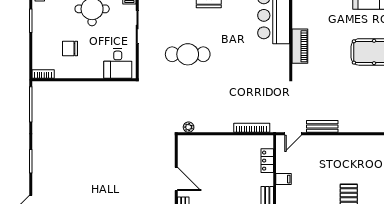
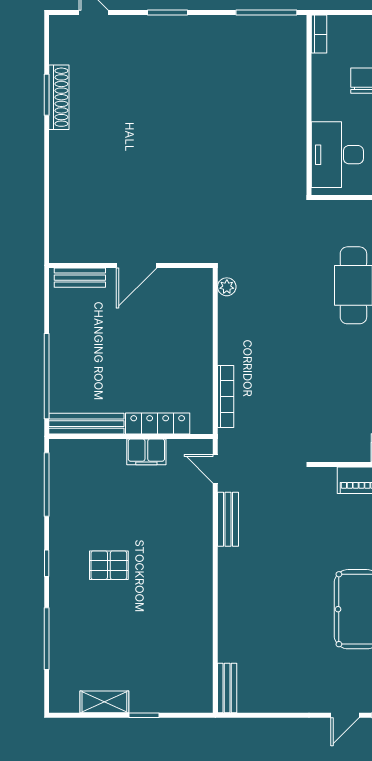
desk: (118, 64) -> (337, 155), width x1.37
locker: (267, 161) -> (158, 424), width x1.53
filing cabinet: (284, 179) -> (146, 452), width x2.00

